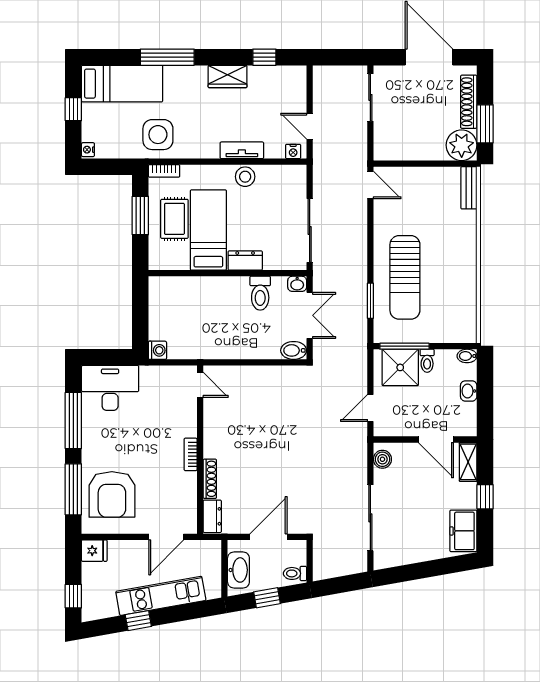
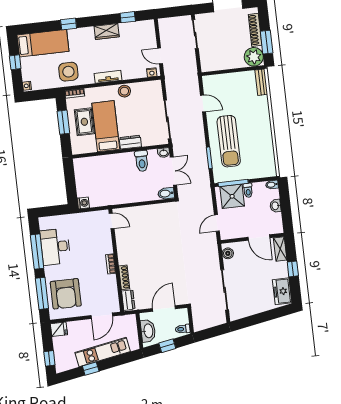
window: (167, 57) -> (69, 24), width x0.46
tv unit: (242, 150) -> (108, 77), moved
door: (370, 185) -> (203, 103), moved
desk: (110, 388) -> (55, 247), moved, turned -90

